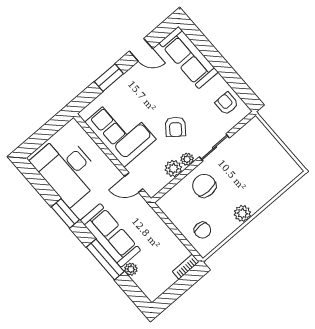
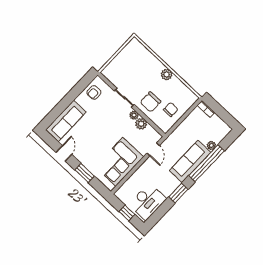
armchair: (176, 127) -> (113, 125), removed
window: (43, 134) -> (127, 213), added
desk: (67, 169) -> (147, 202), width x0.73, depth x0.77
chair: (202, 230) -> (171, 110), moved
window: (105, 259) -> (207, 163), width x1.46

